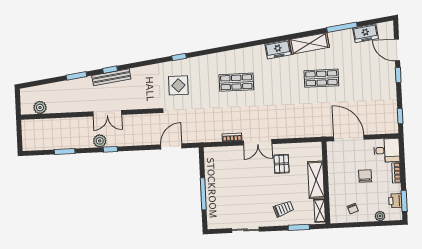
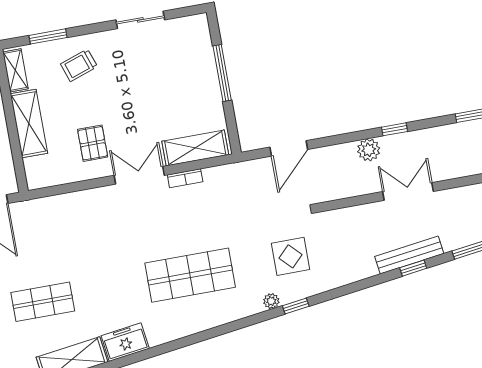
plant: (193, 62) -> (271, 301), added
shop shelf: (236, 82) -> (190, 275), width x1.43, depth x1.36
plant: (100, 141) -> (369, 150), moved
shelving: (224, 154) -> (195, 148), added

